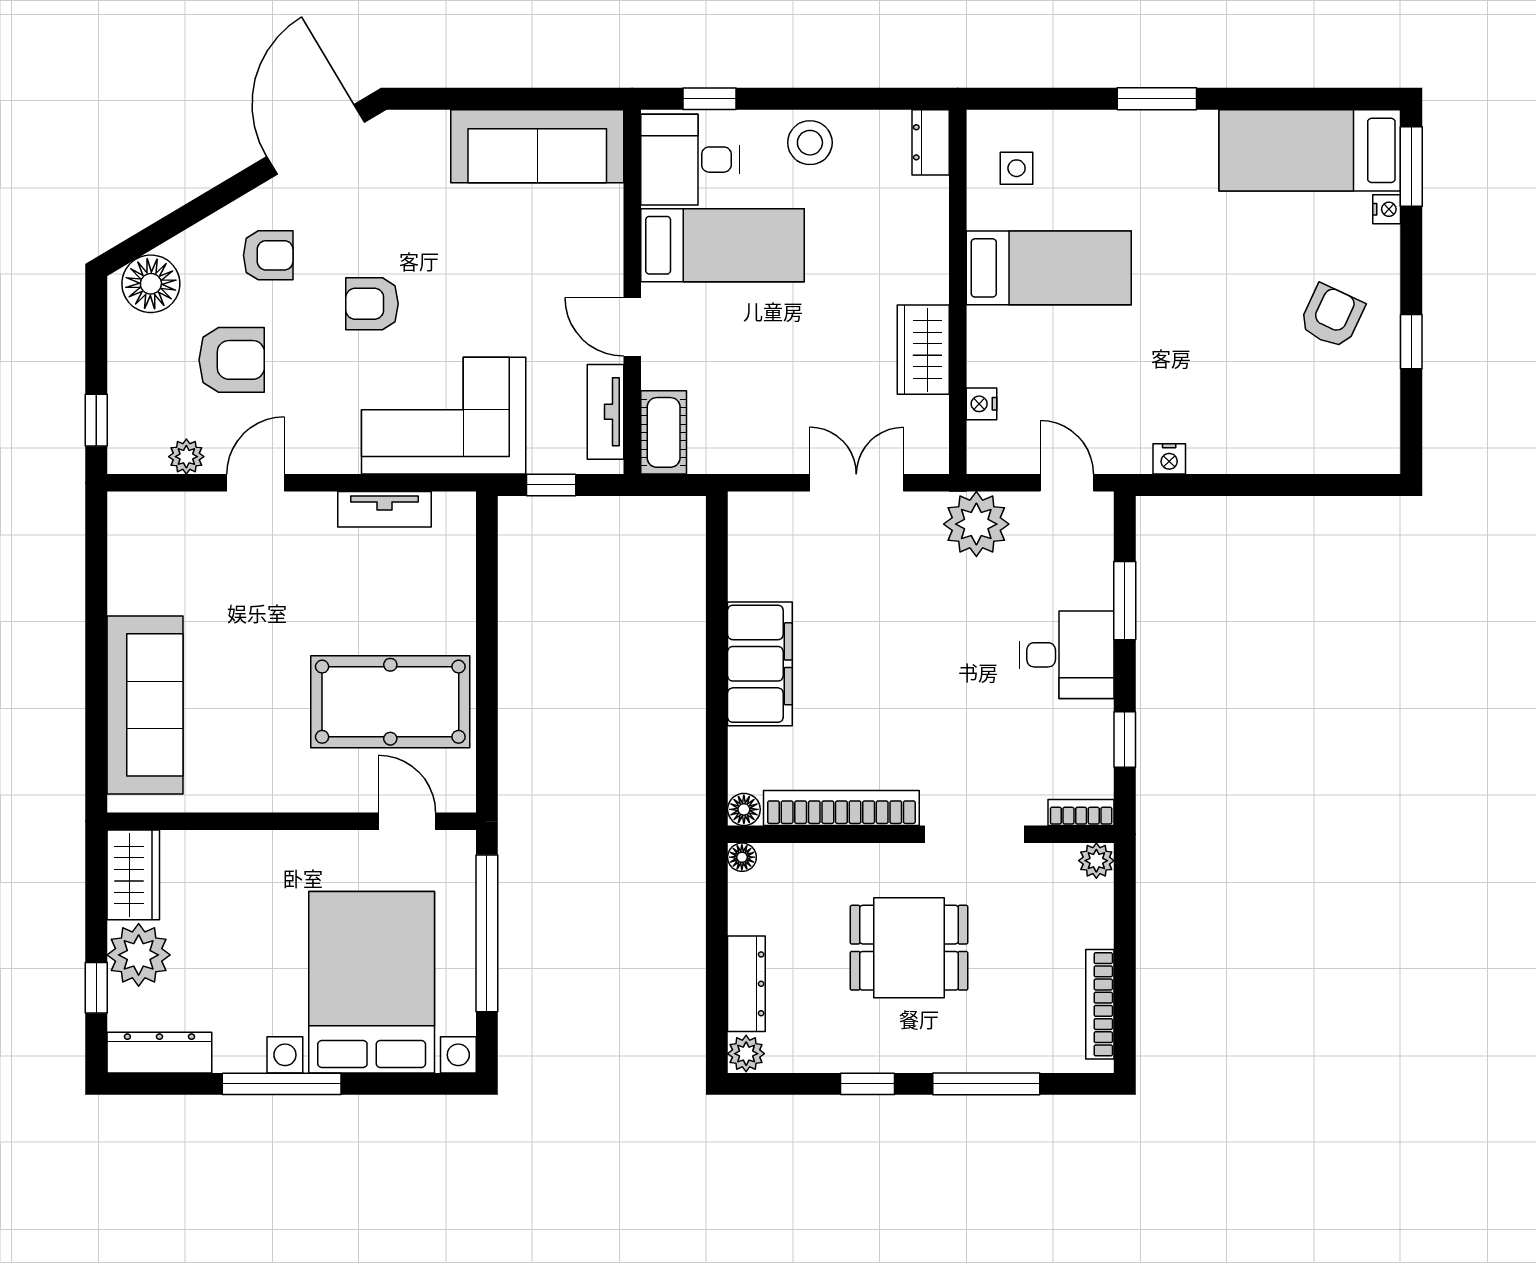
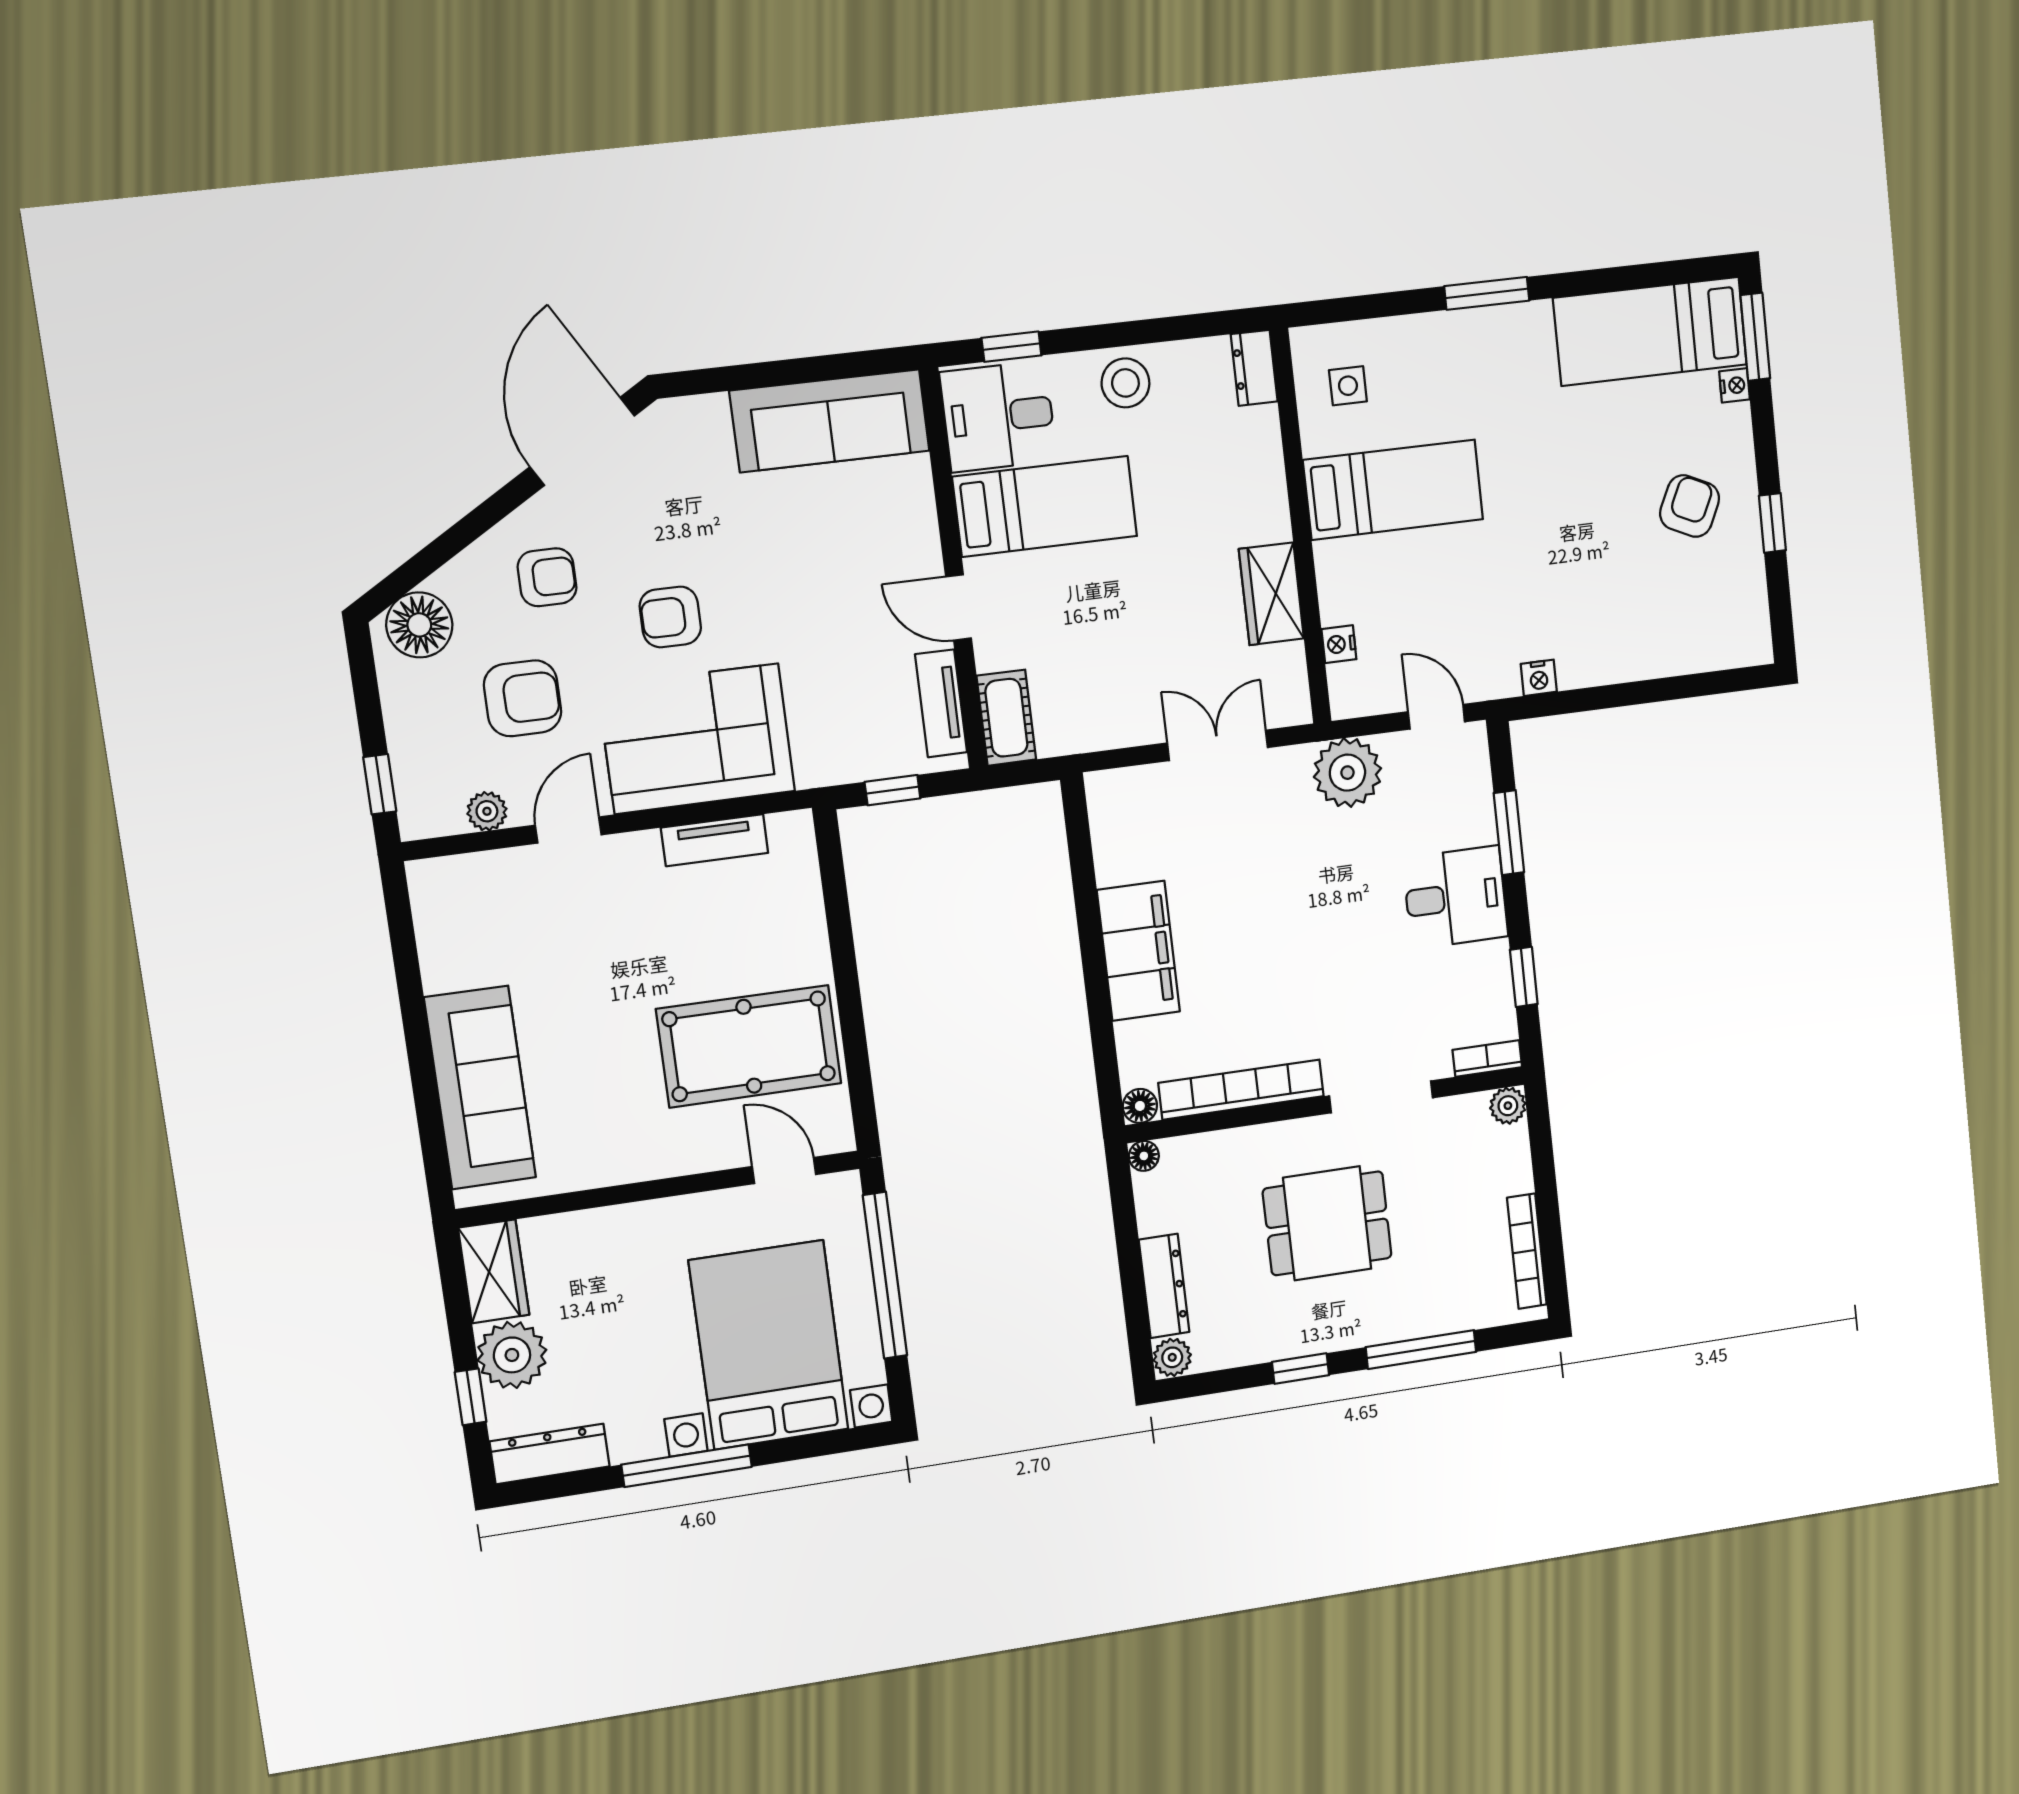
corner sofa: (444, 416) -> (696, 739), moved

